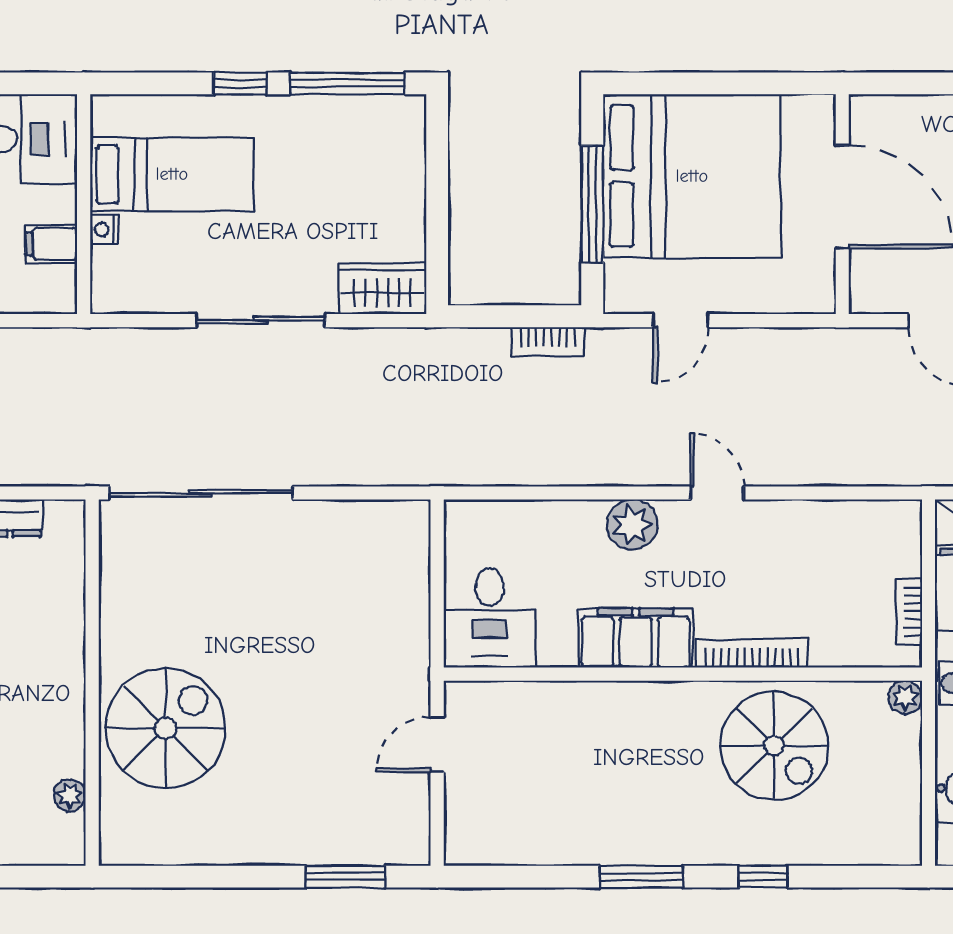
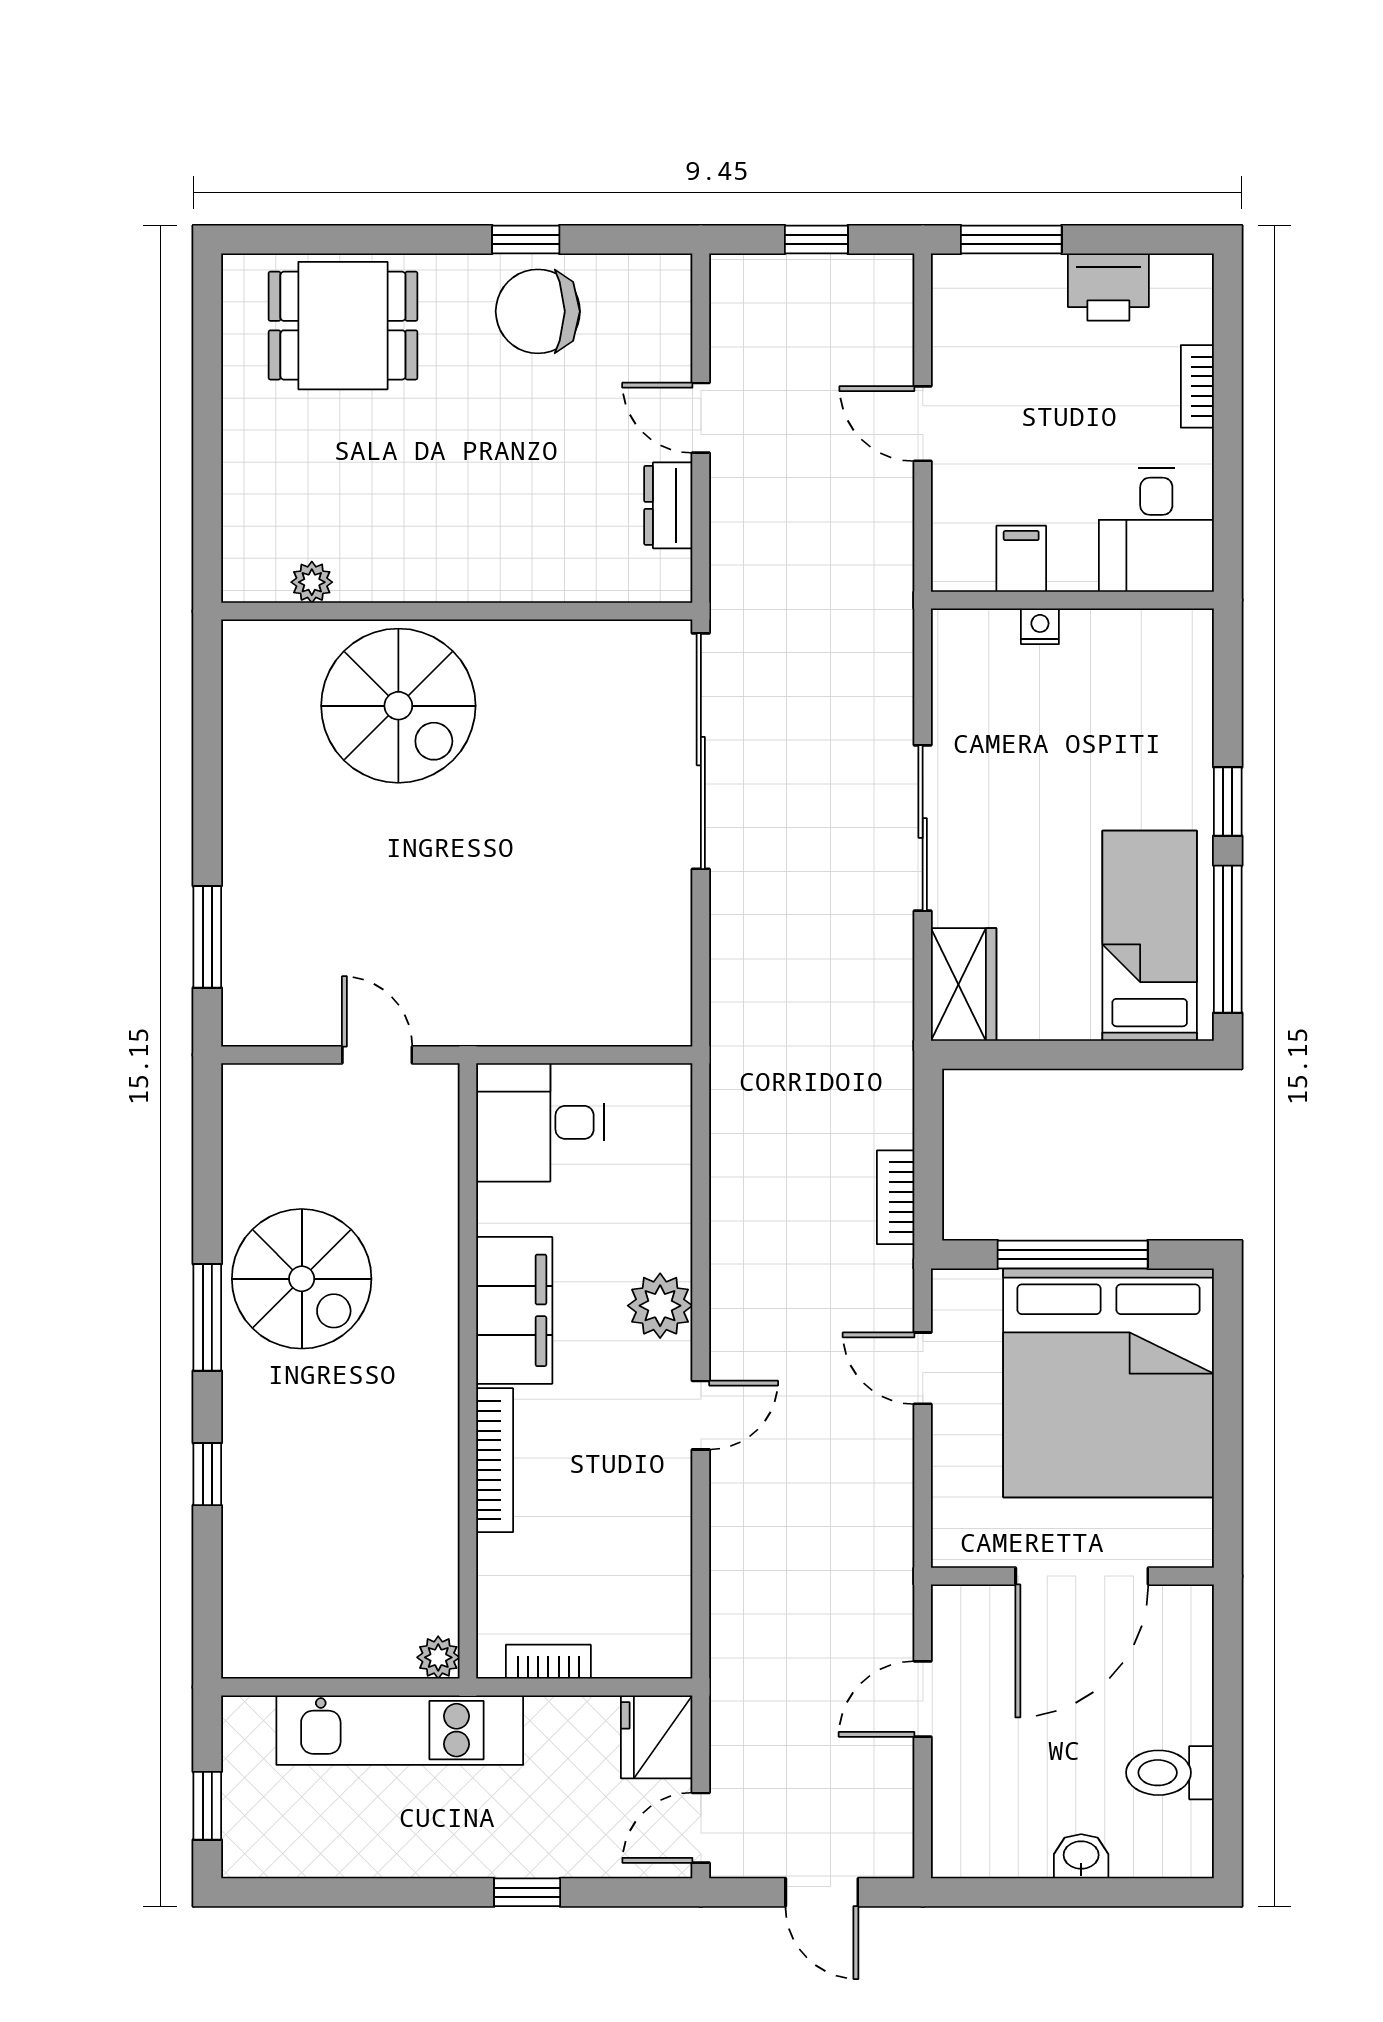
bed: (172, 174) -> (1150, 936), moved, turned 180
spiral stairs: (774, 746) -> (302, 1279), moved, turned -90

